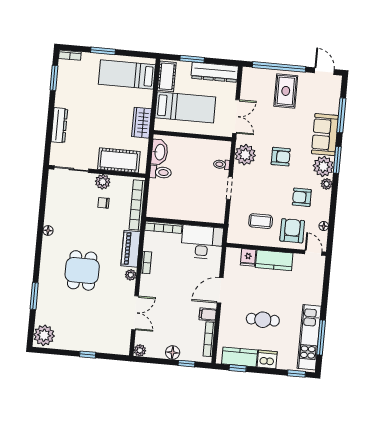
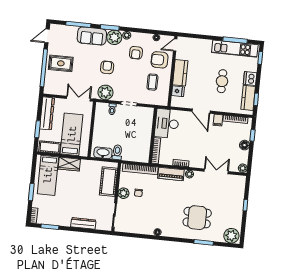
wardrobe: (142, 123) -> (69, 164), moved
dining table: (82, 270) -> (197, 218), moved

